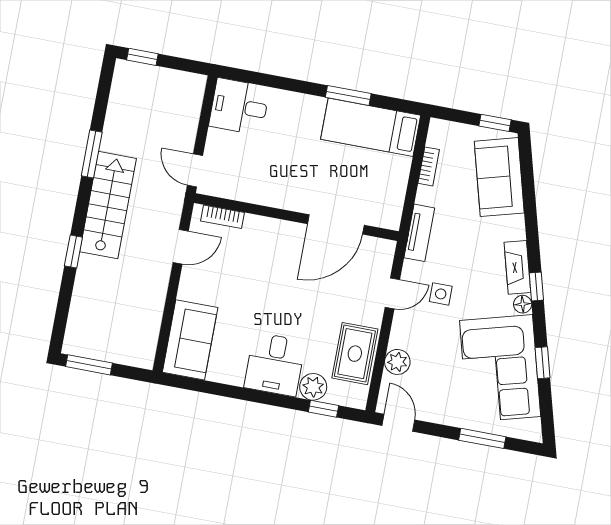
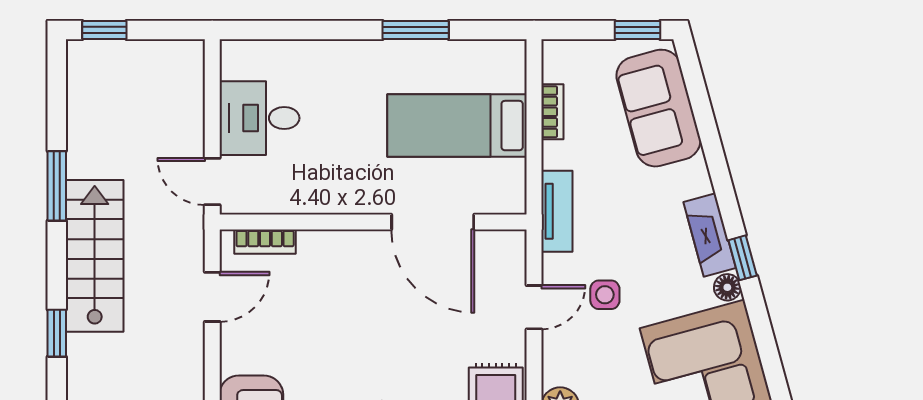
desk: (239, 107) -> (259, 118), moved
bed: (371, 127) -> (457, 126), moved
door: (336, 224) -> (433, 222), hinge flipped
window: (543, 363) -> (772, 367), removed

